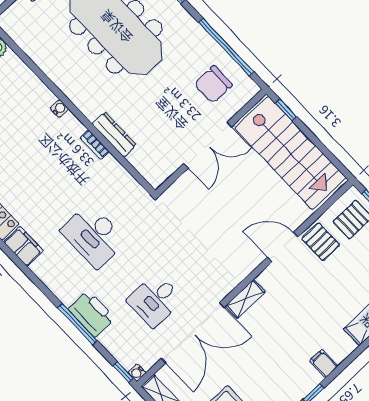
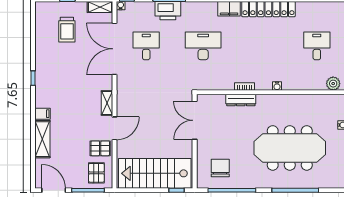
double door: (208, 145) -> (195, 120), moved
shelving: (245, 299) -> (107, 103), moved
filing cabinet: (324, 364) -> (42, 114), moved

